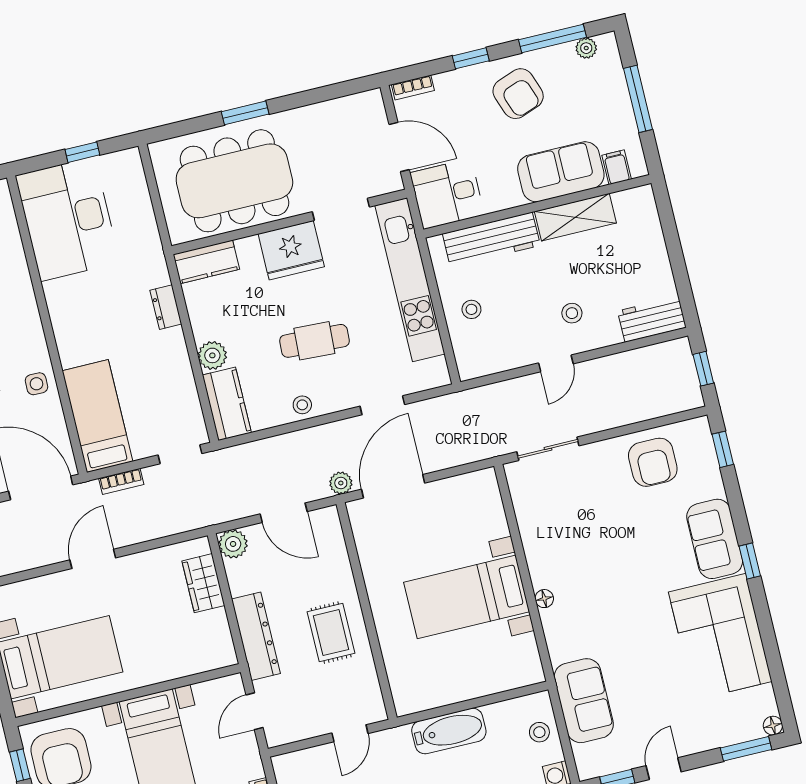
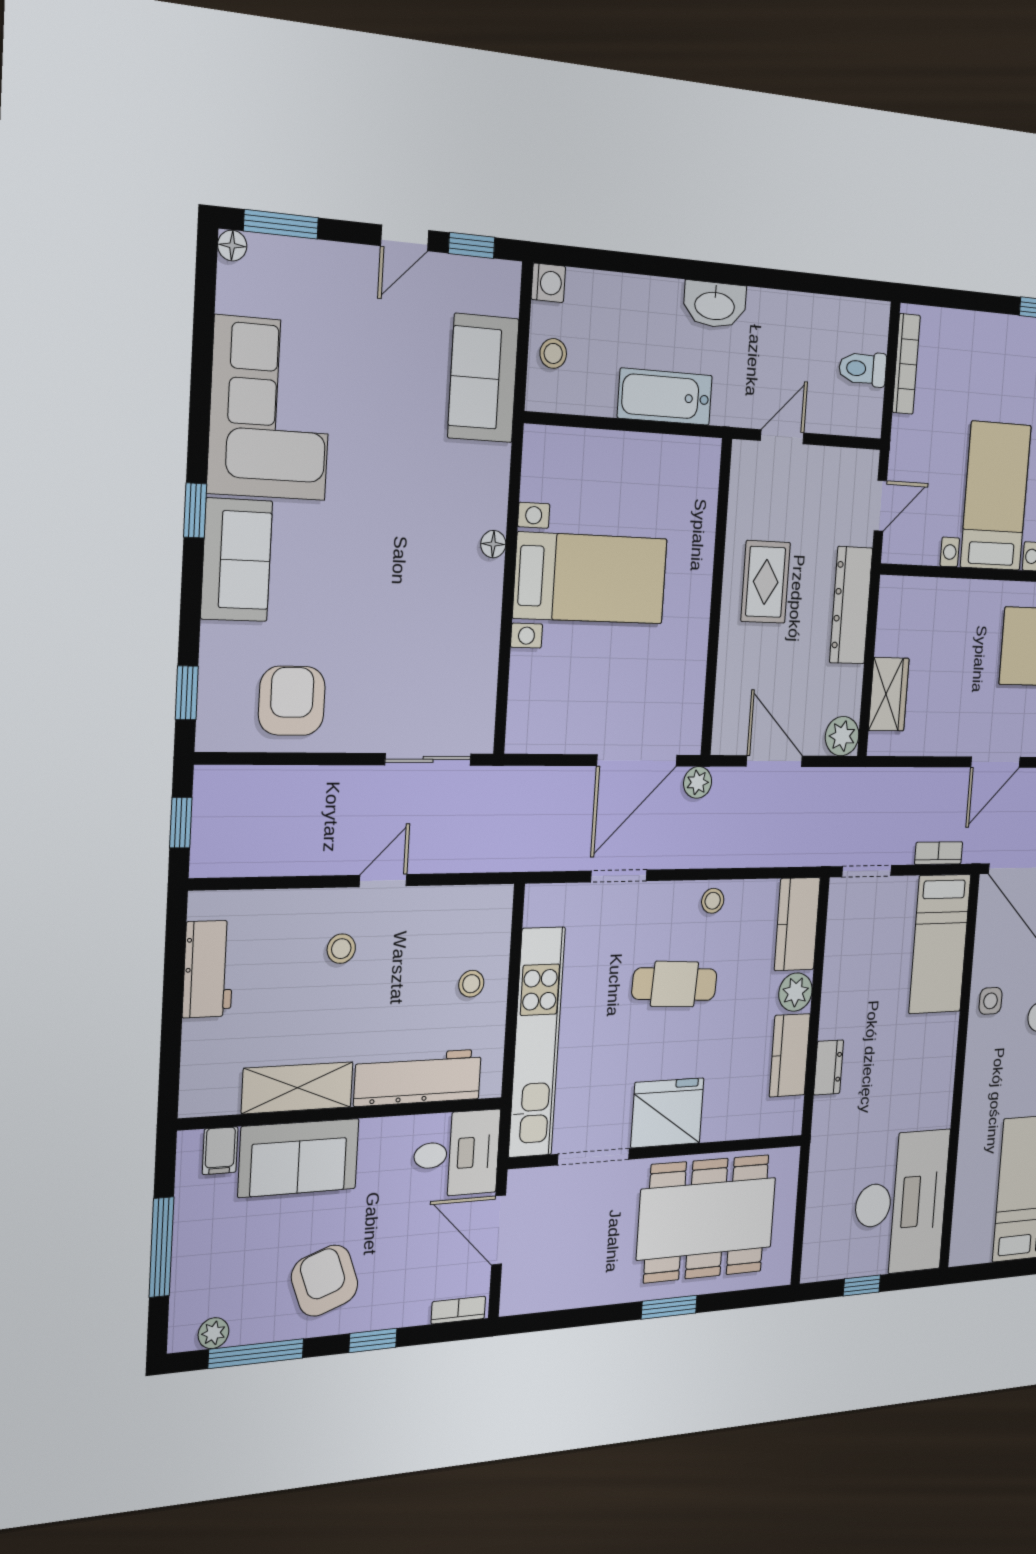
kitchen counter: (206, 262) -> (790, 1055), moved, turned -90
workbench: (652, 319) -> (208, 969), moved, turned -90

